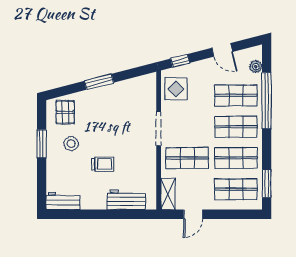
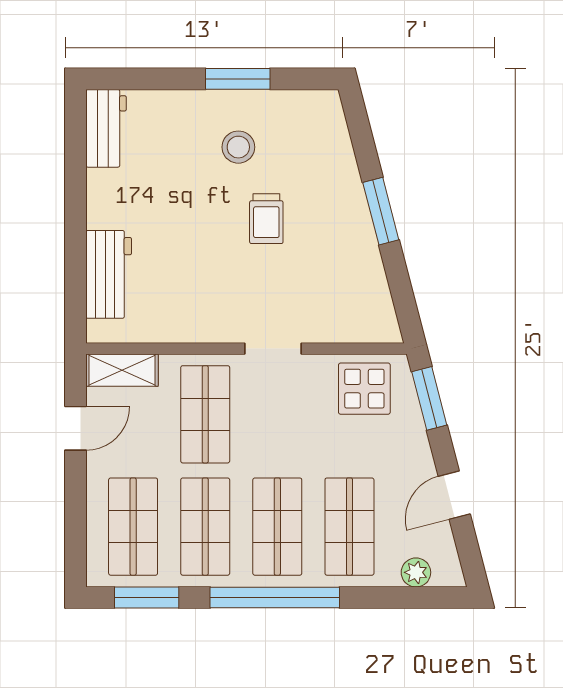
window: (180, 61) -> (429, 398), width x1.50
window: (267, 101) -> (275, 597), moved
pallet: (65, 112) -> (311, 133), removed
doorway: (159, 129) -> (273, 349), width x0.73
trolley: (103, 164) -> (266, 219), moved
door: (193, 214) -> (75, 428), swing flipped

